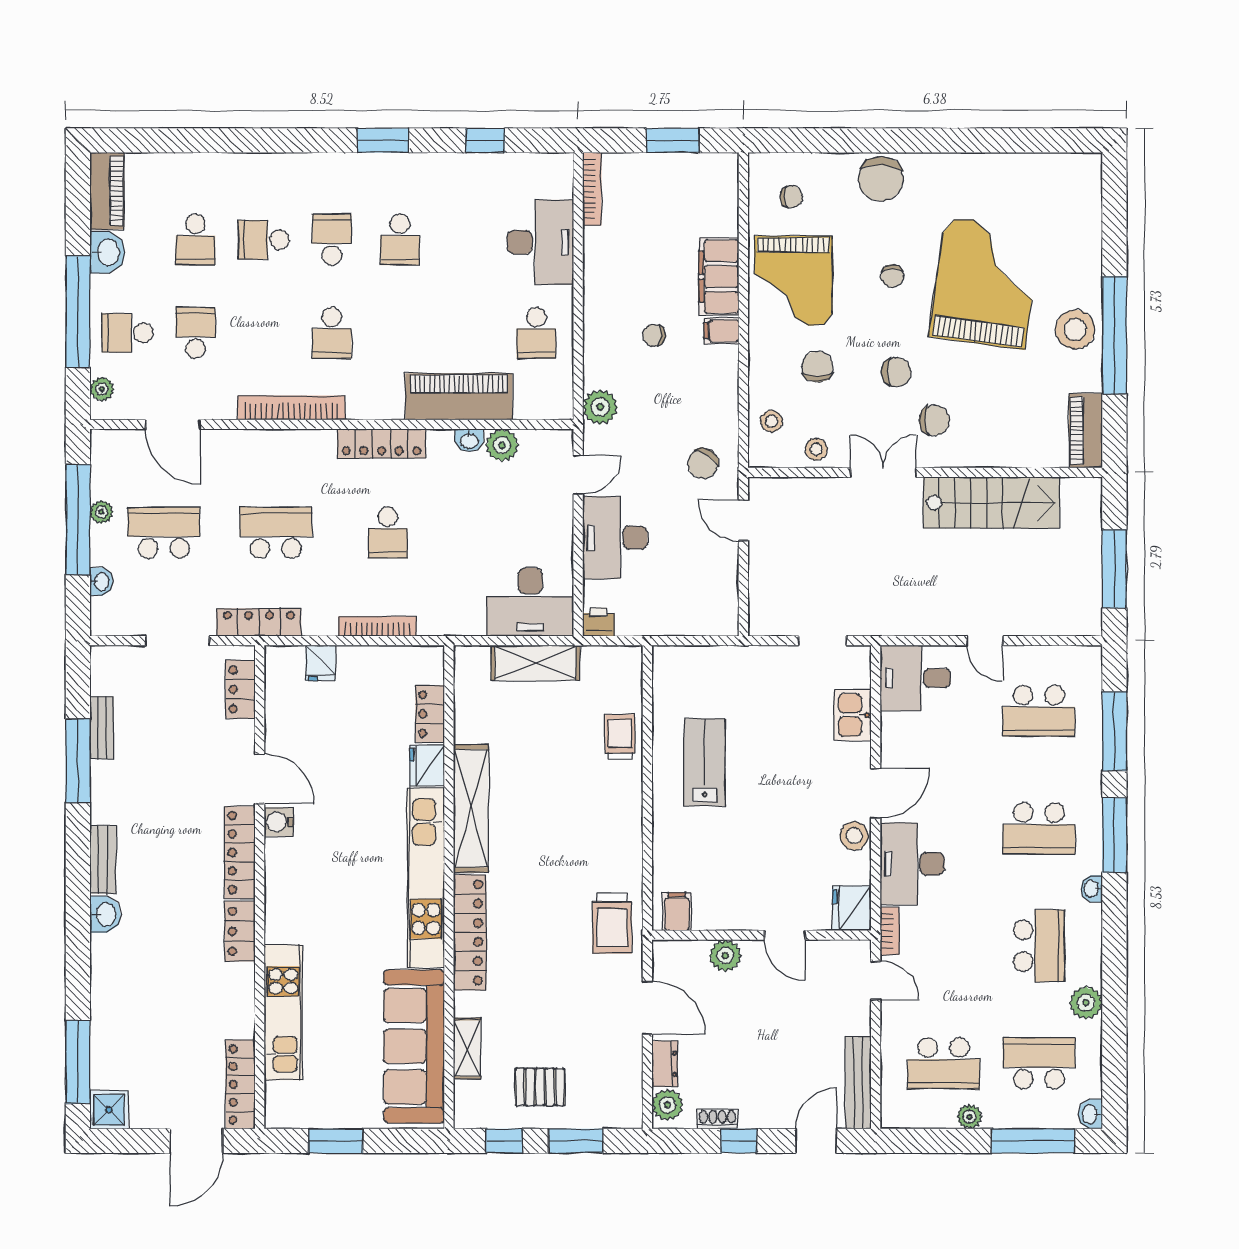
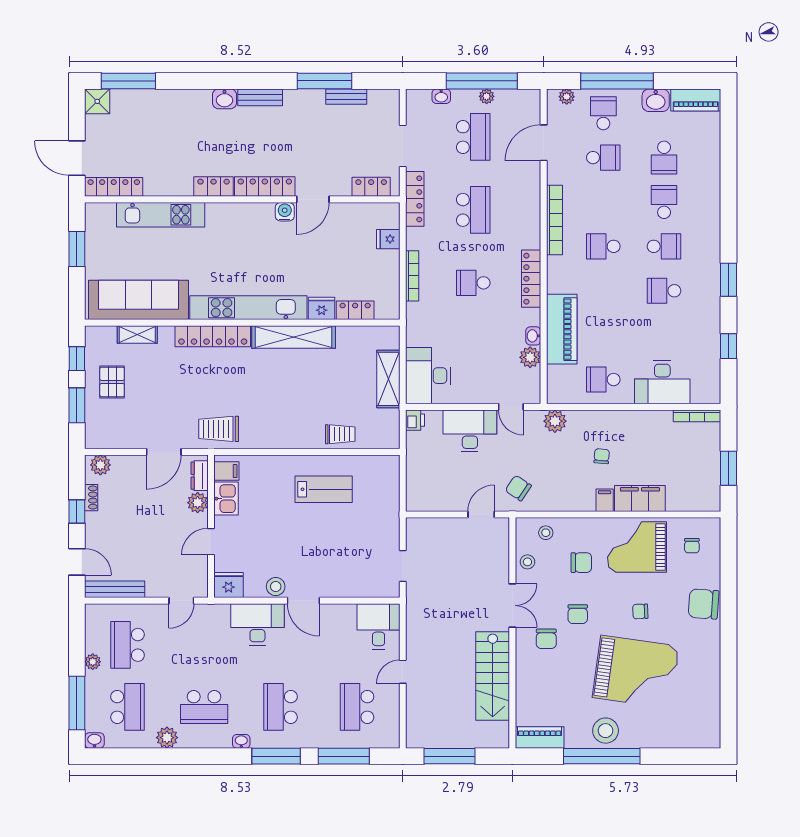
school desk: (195, 240) -> (664, 158), turned -90
kitchen sink: (853, 715) -> (226, 499), moved, turned 90
bookcase: (890, 931) -> (214, 610), removed
dresser: (665, 1064) -> (200, 476), moved, turned 90

